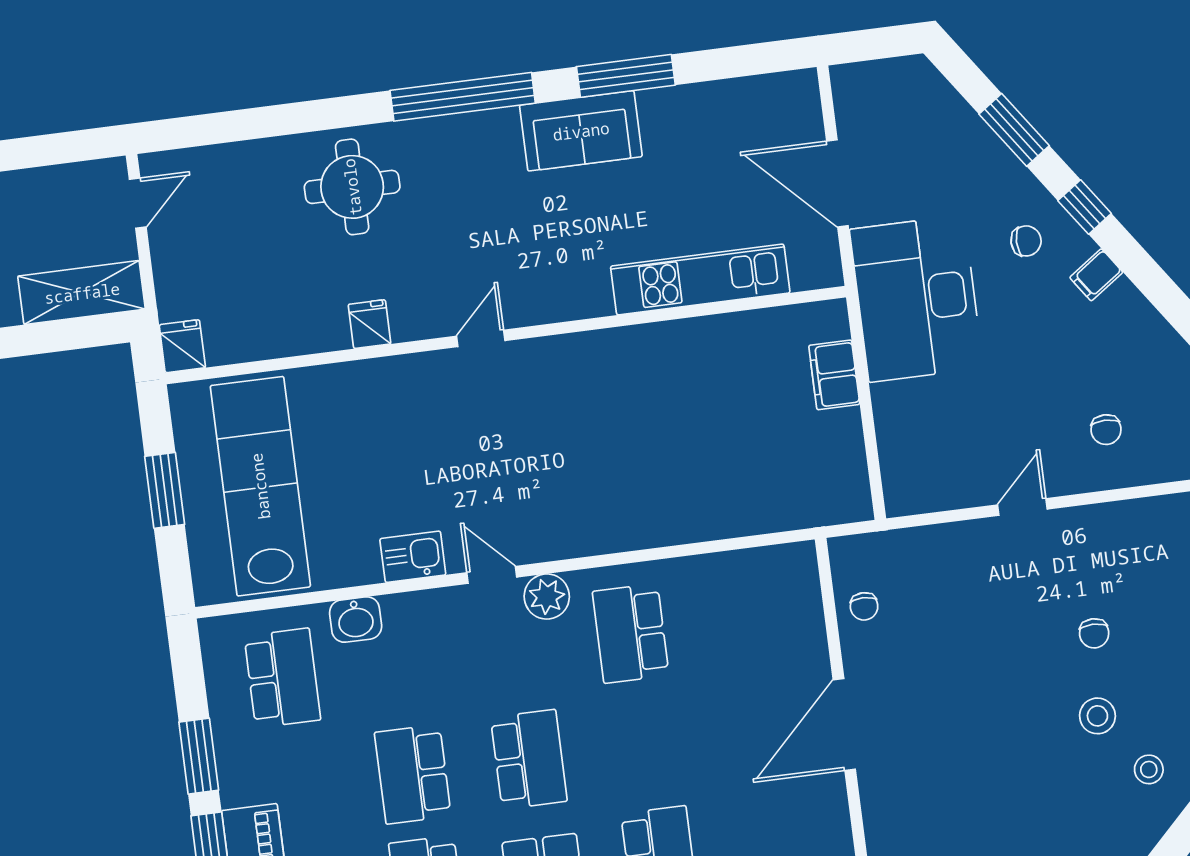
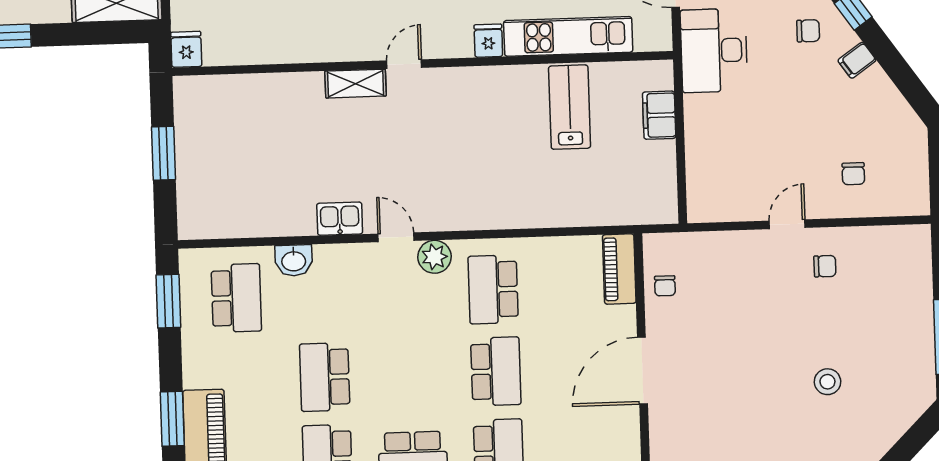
desk: (916, 299) -> (714, 50), width x0.73, depth x0.77
fridge: (369, 324) -> (488, 41), moved
shelving: (417, 371) -> (356, 84), added
lab bench: (260, 486) -> (570, 107), moved, width x0.54, depth x0.72
piano: (800, 589) -> (619, 269), added
chair: (1094, 633) -> (825, 266), moved, turned -90
window: (199, 756) -> (168, 301), moved
school desk: (529, 759) -> (496, 371), moved
stool: (1149, 769) -> (861, 424), removed

